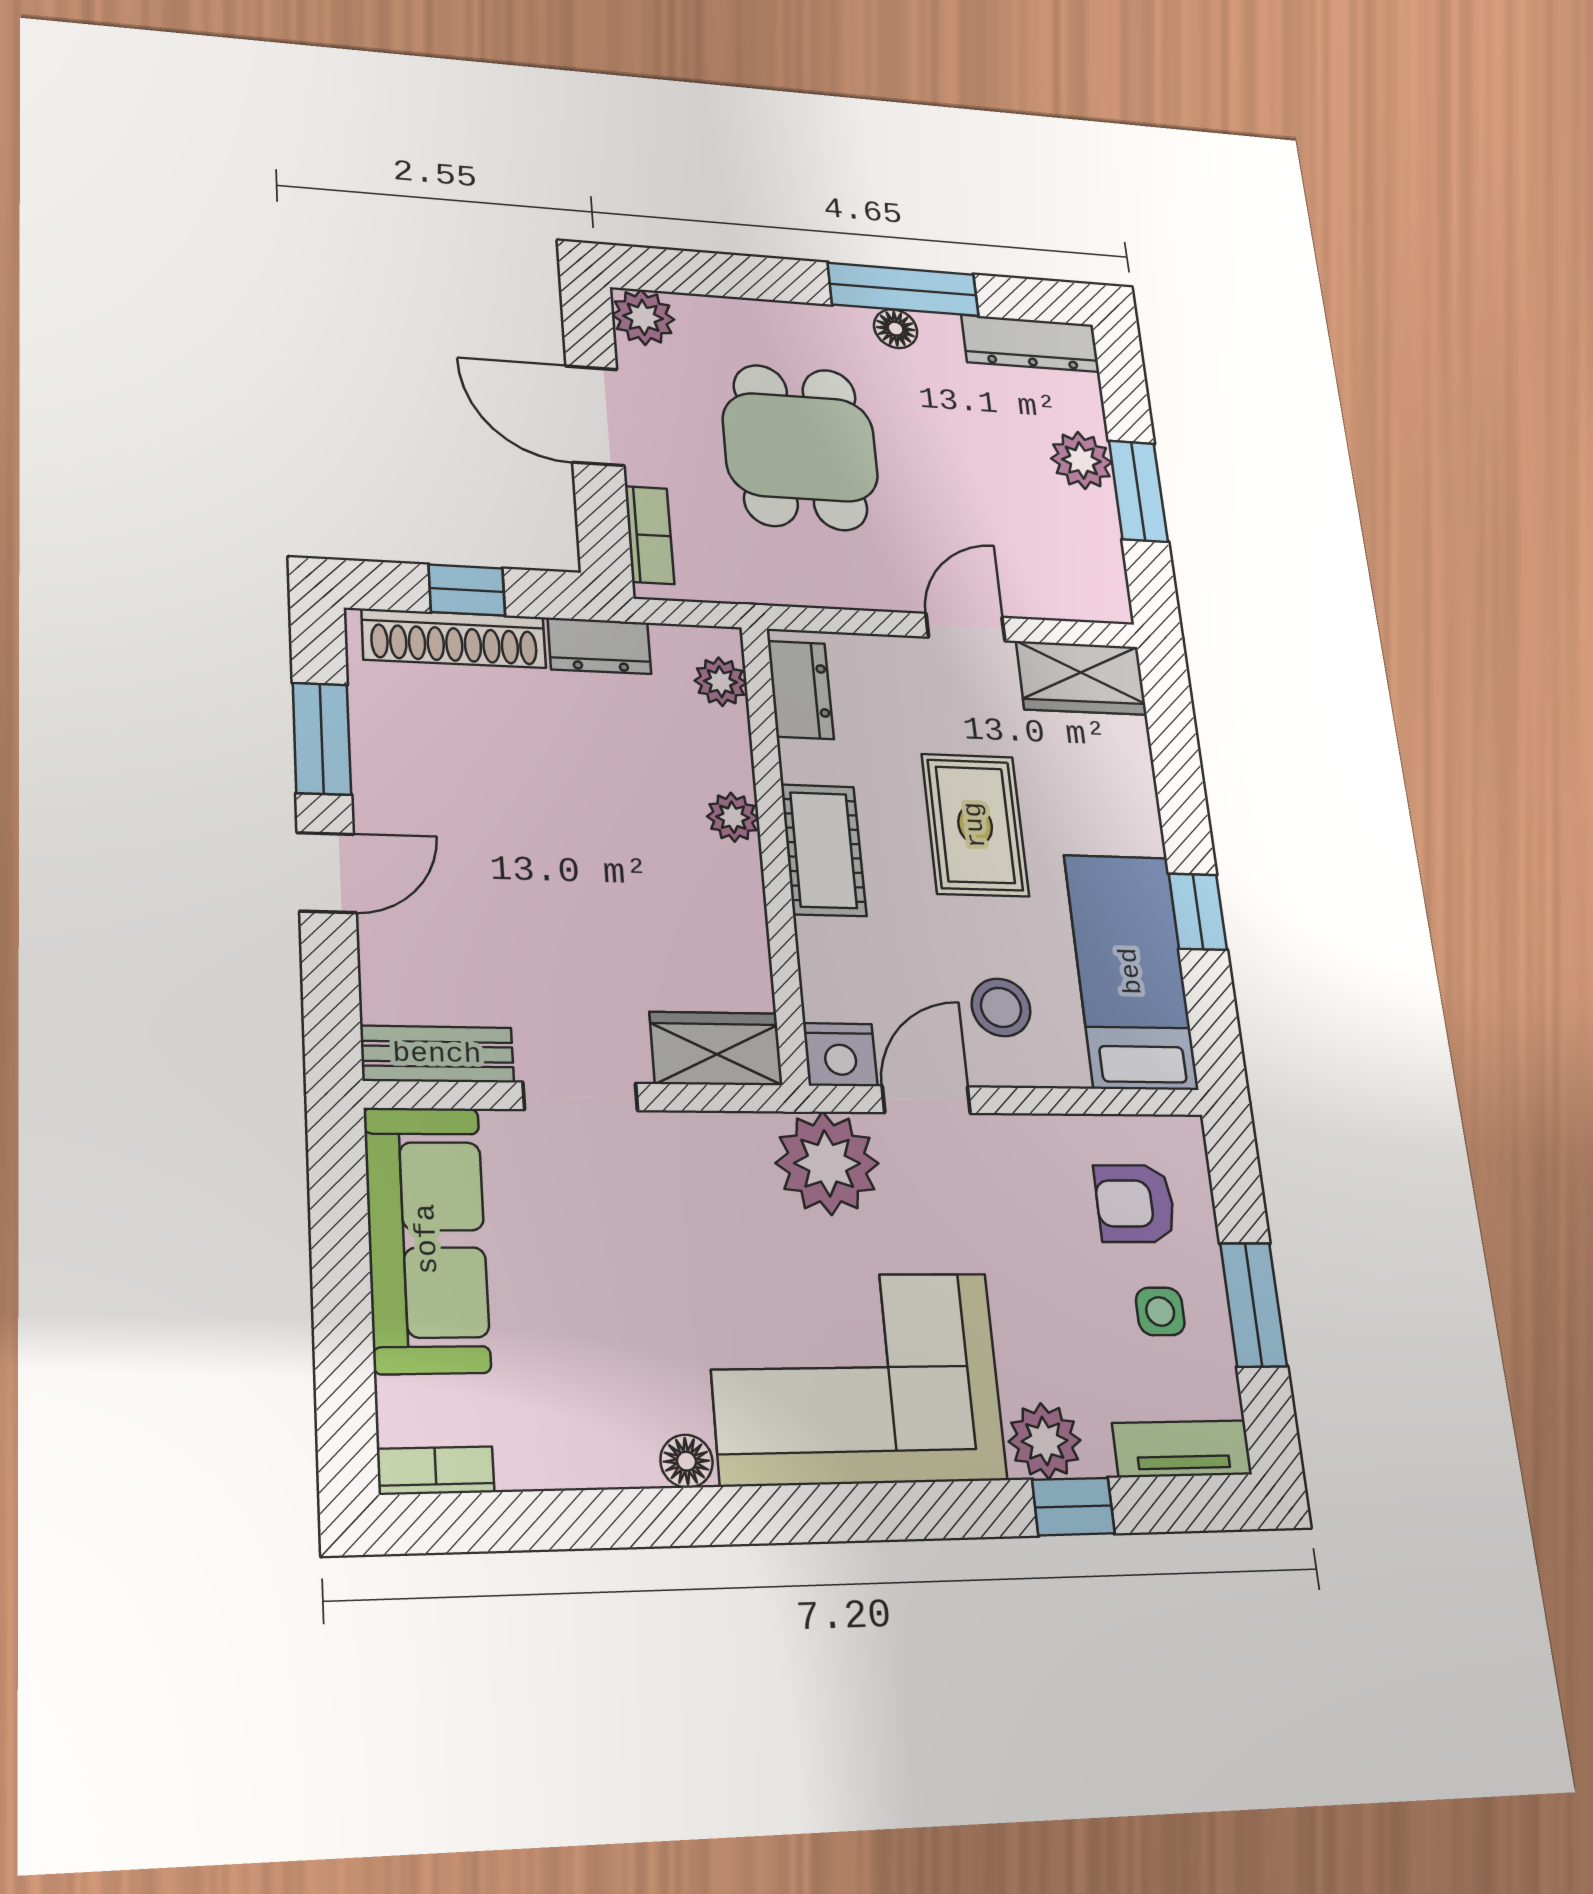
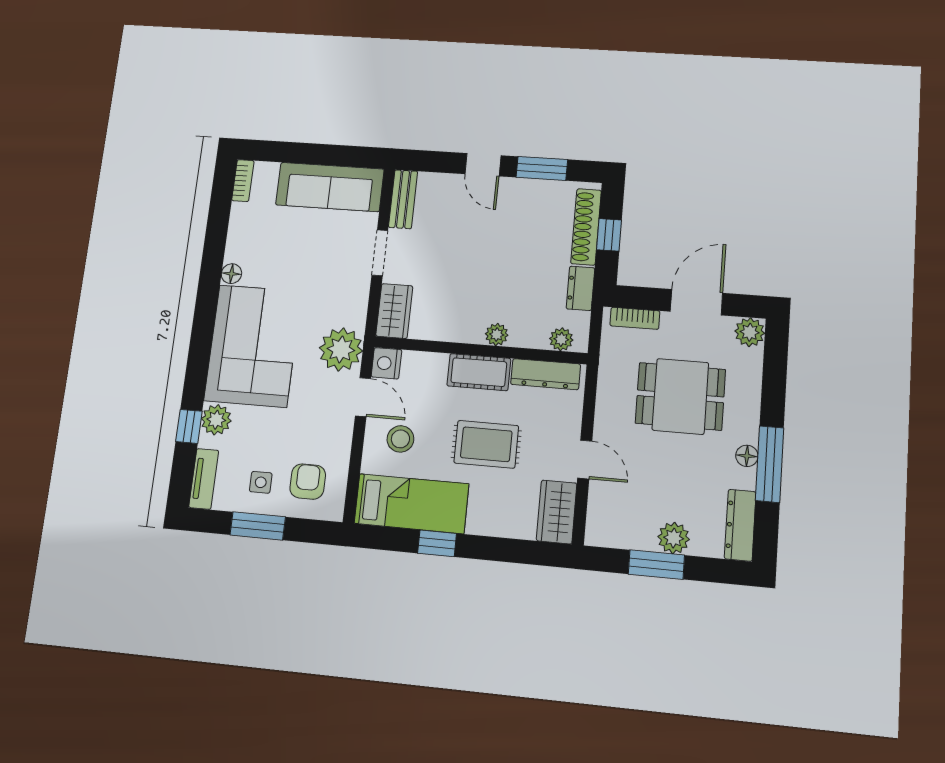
dresser: (801, 690) -> (546, 374), width x1.44

